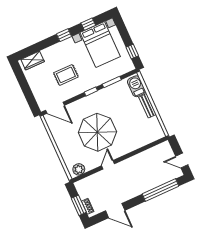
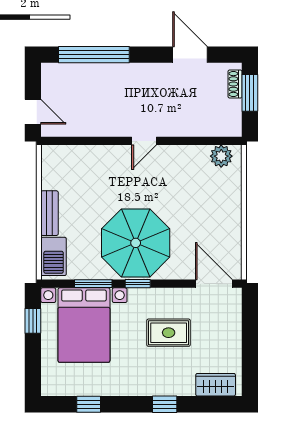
window: (64, 35) -> (165, 404), moved
bed with nightstands: (100, 45) -> (84, 325), moved, turned 180
parasol: (97, 132) -> (136, 243), moved
door: (182, 161) -> (33, 112), moved
door: (108, 165) -> (144, 141), moved

